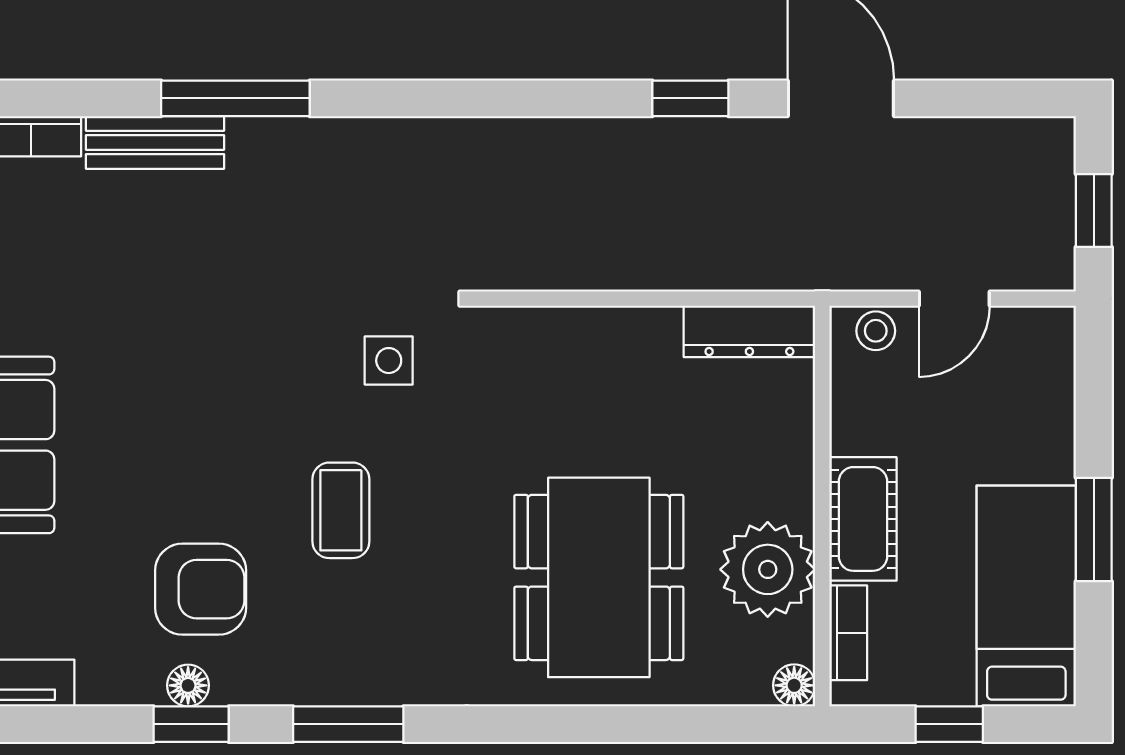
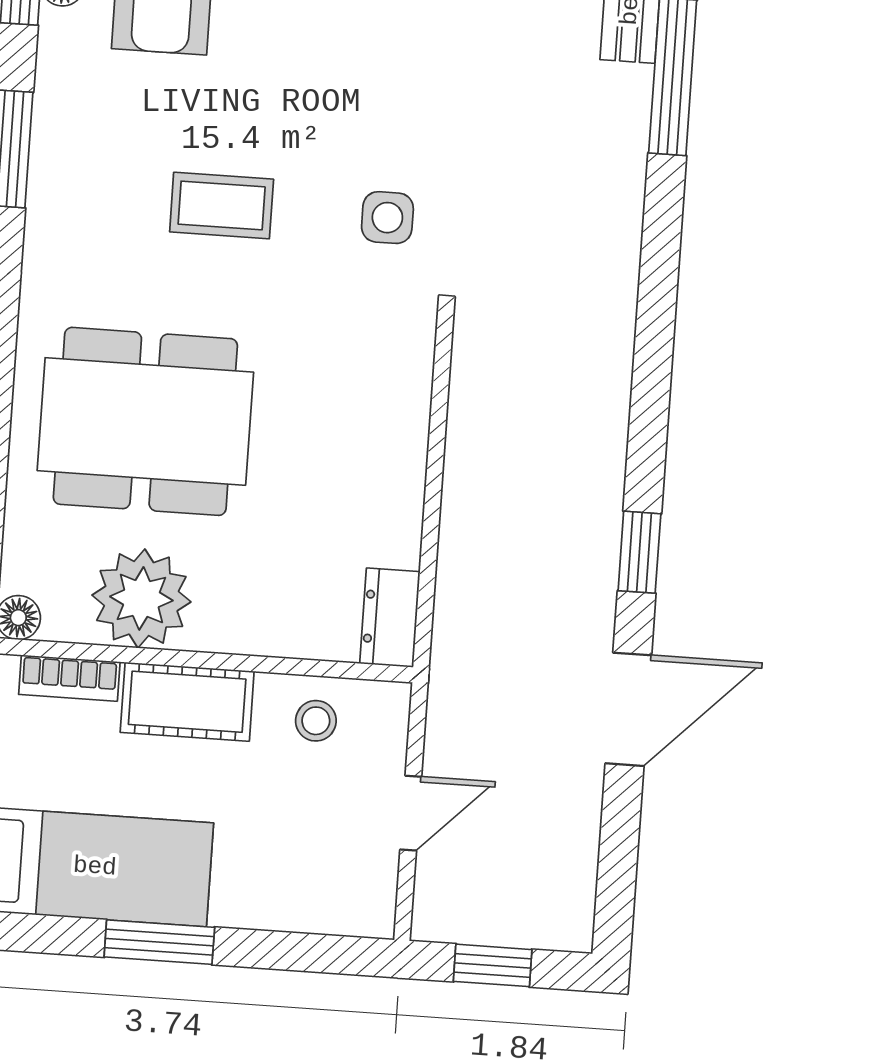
door: (954, 299) -> (411, 813), swing flipped
dresser: (749, 331) -> (390, 618), width x0.70
stool: (876, 331) -> (316, 721), moved
coffee table: (341, 510) -> (222, 205), moved

